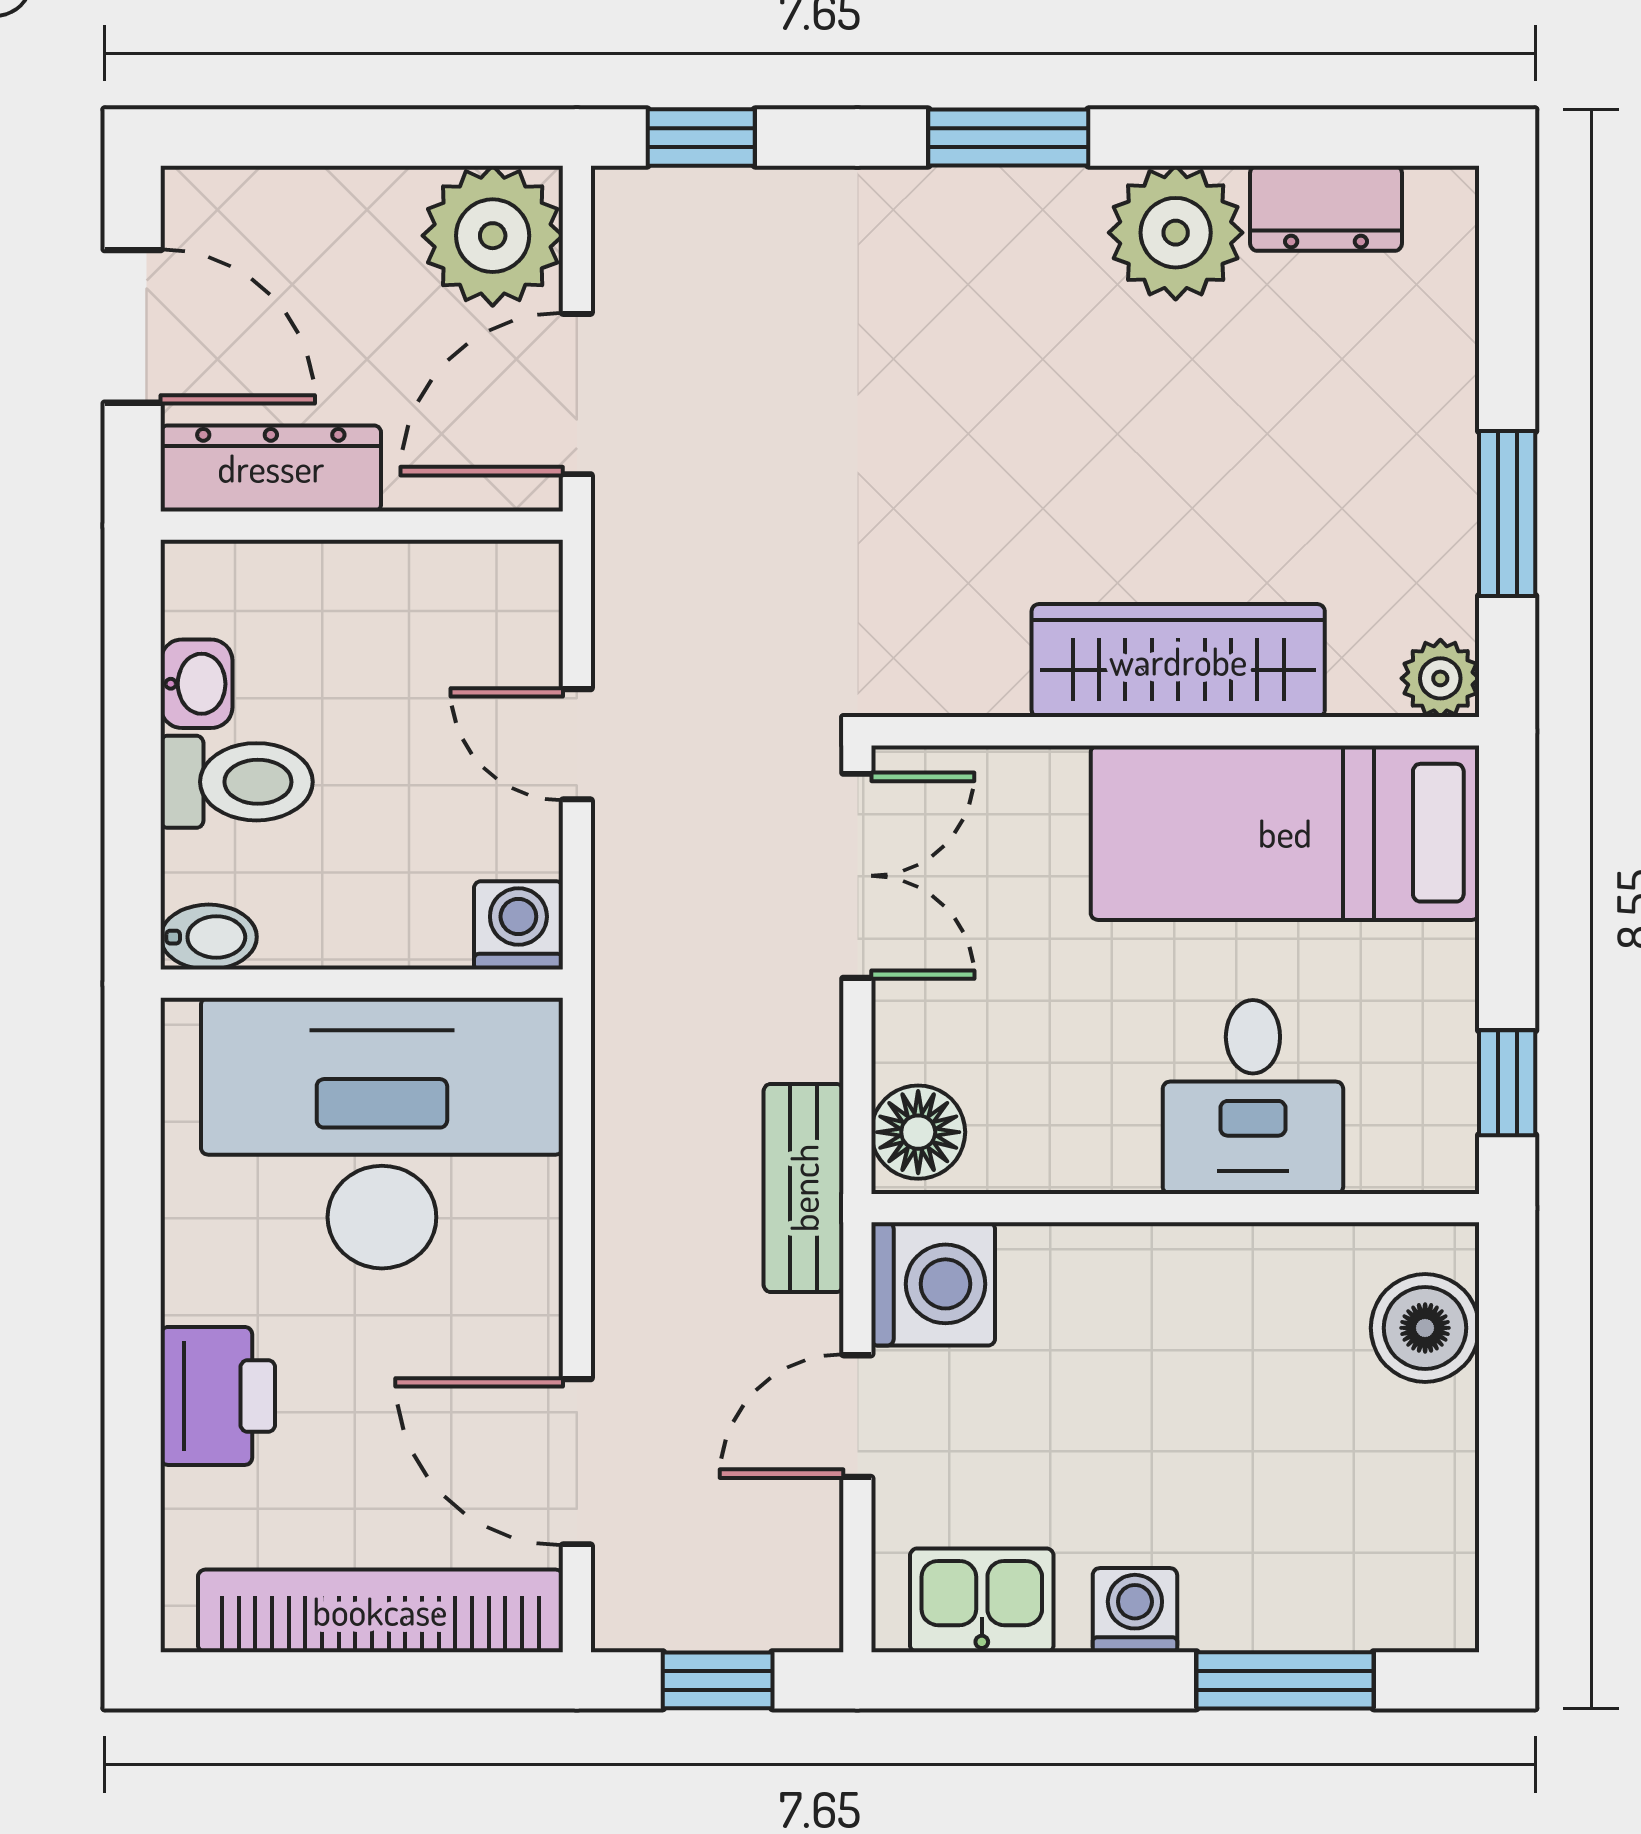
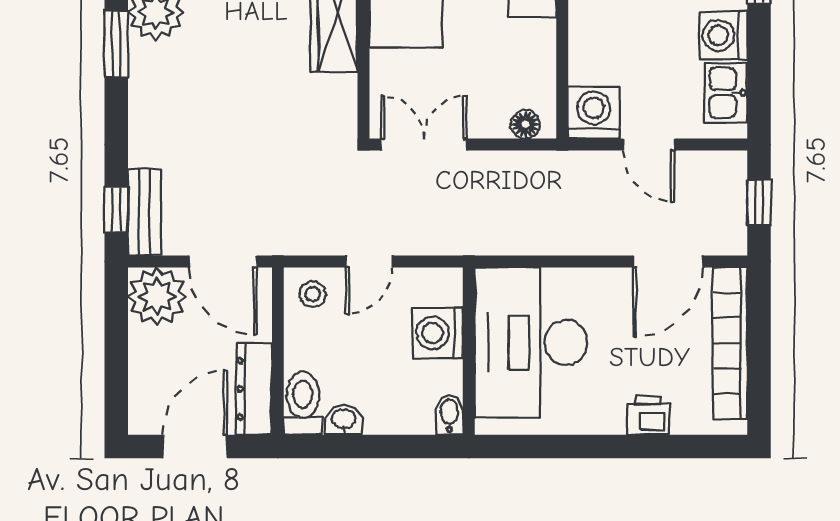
window: (1008, 138) -> (116, 44), moved
stool: (498, 609) -> (313, 294), added
toilet: (237, 782) -> (303, 403), moved
washing machine: (518, 925) -> (437, 333), moved, width x1.38, depth x1.38
floor lamp: (918, 1132) -> (525, 124), width x0.73, depth x0.73
bench: (804, 1188) -> (144, 212), moved, turned 90
printer: (218, 1396) -> (648, 416), width x0.73, depth x0.81
washing machine: (1135, 1610) -> (723, 36), width x1.38, depth x1.38

